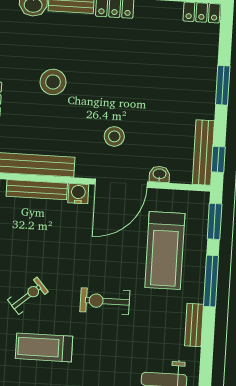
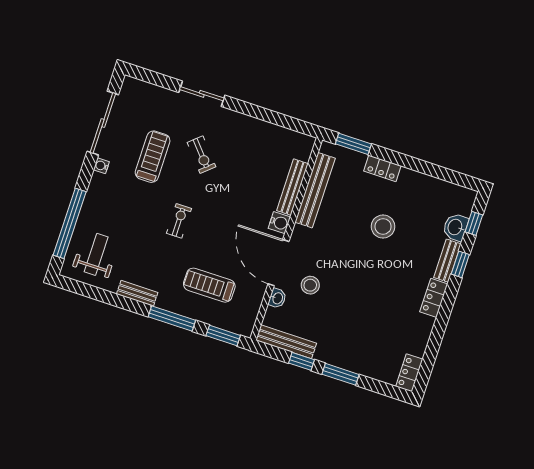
stool: (114, 136) -> (310, 285), moved
window: (218, 159) -> (301, 361), moved
treadmill: (165, 251) -> (209, 285), width x0.73, depth x0.73
exercise bike: (105, 301) -> (179, 221), width x0.73, depth x0.72

